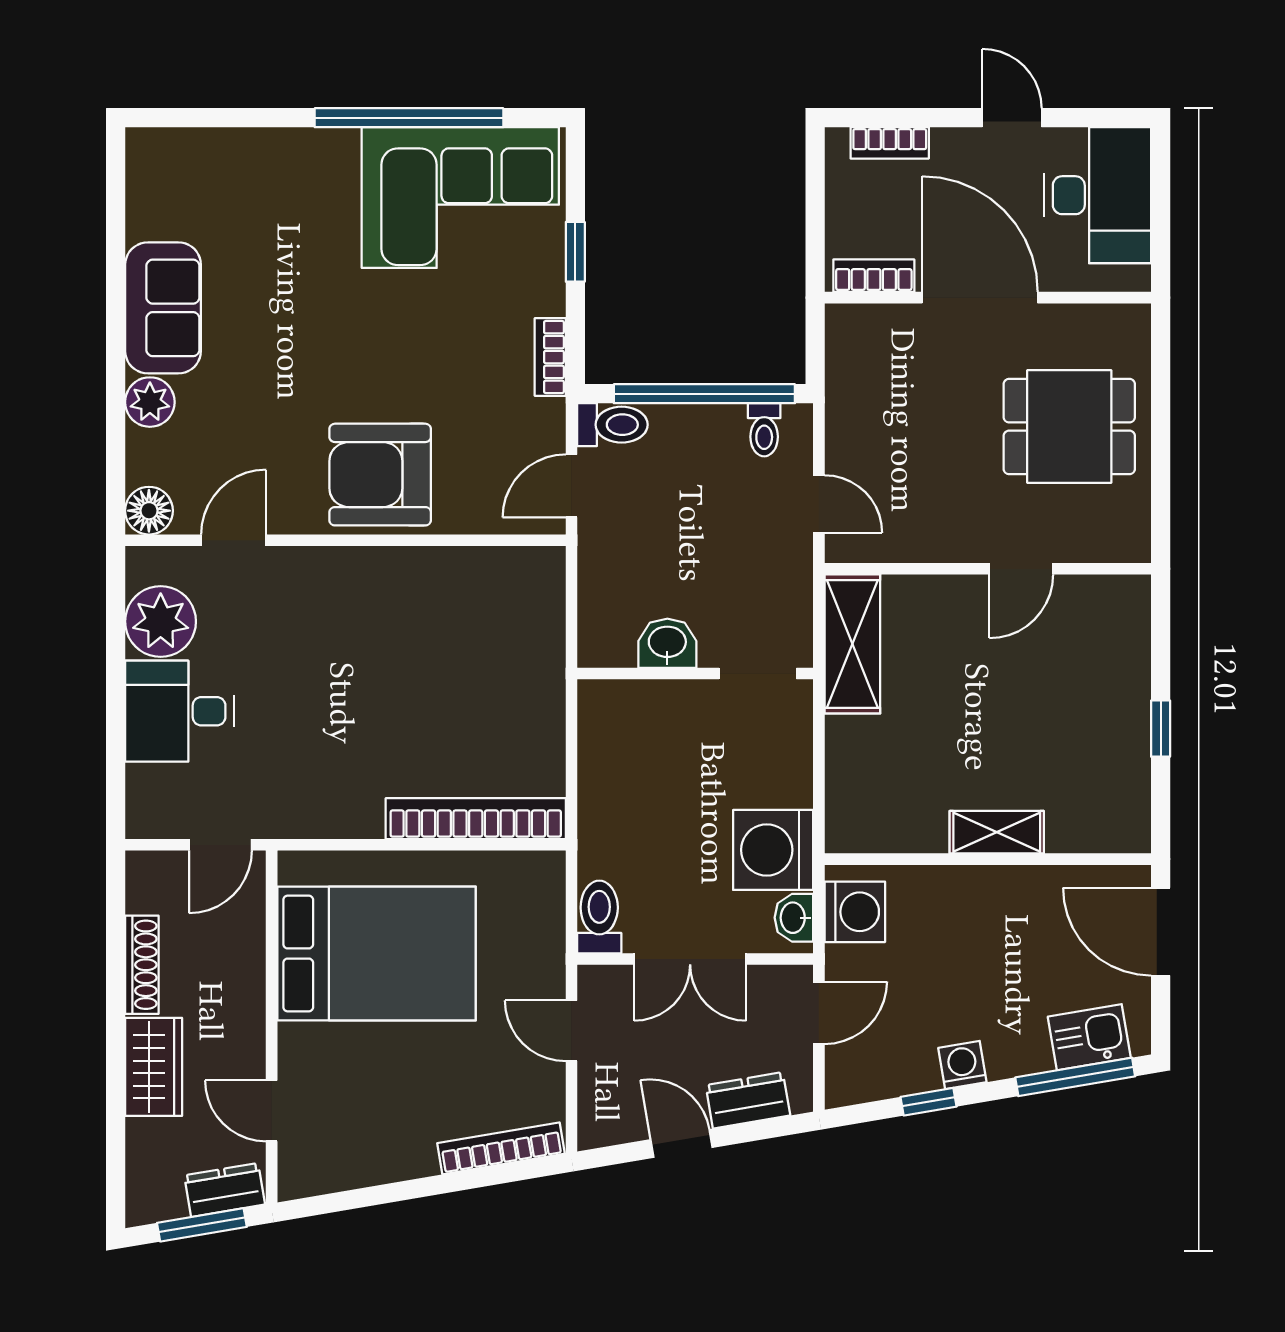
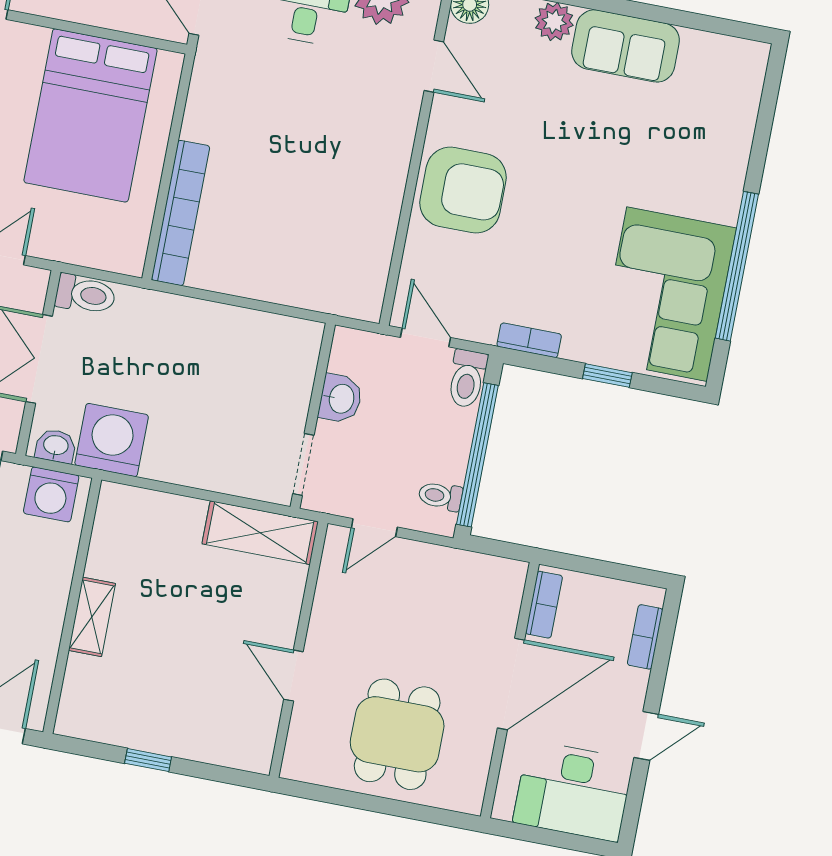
armchair: (380, 475) -> (463, 190), turned 90
washbasin: (667, 643) -> (340, 399), moved
wall: (695, 673) -> (313, 416), moved
doorway: (758, 673) -> (303, 464), moved

